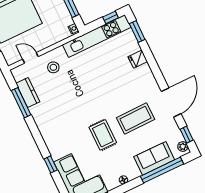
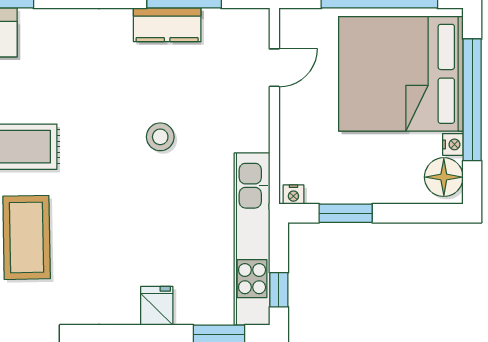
stool: (53, 67) -> (160, 137), moved
kitchen counter: (28, 92) -> (167, 25), moved

